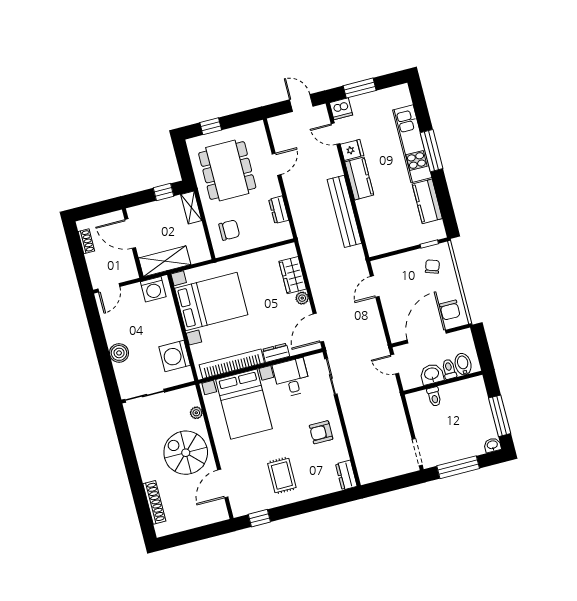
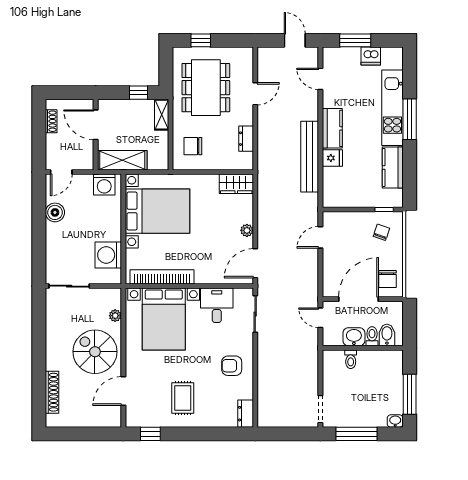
dishwasher: (341, 109) -> (371, 56), moved
fridge: (352, 150) -> (332, 158), moved
chair: (229, 230) -> (193, 146), turned 180
wardrobe: (293, 275) -> (236, 184), moved, turned -90
boiler: (119, 353) -> (55, 212), moved
dresser: (276, 353) -> (208, 277), removed

